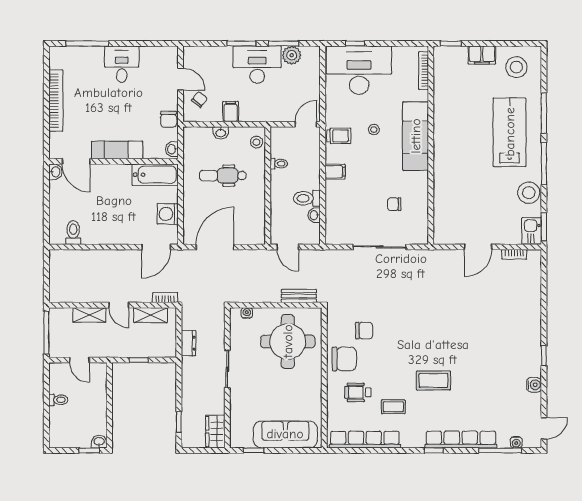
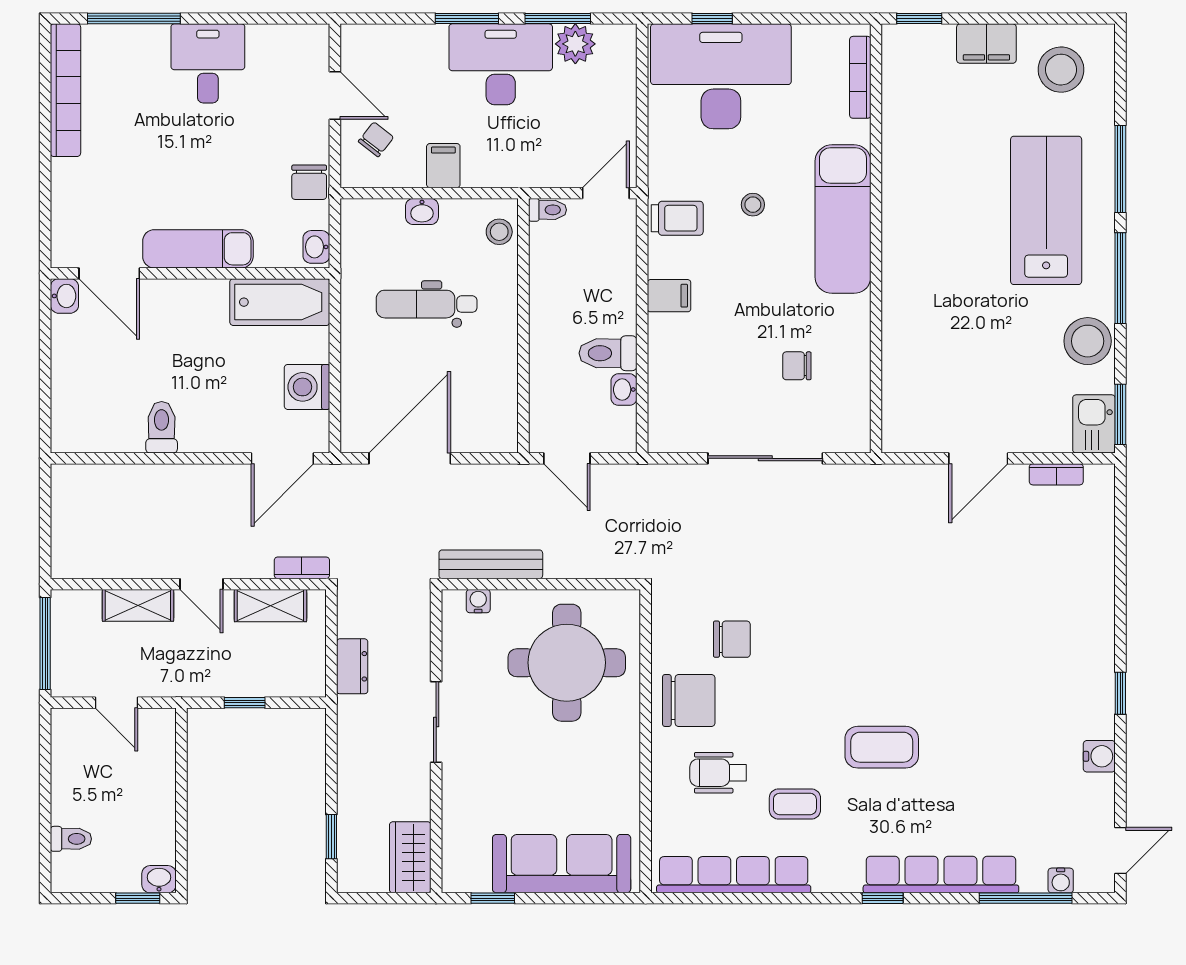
bookcase: (56, 101) -> (65, 90), moved
toilet: (279, 164) -> (547, 210), moved
toilet: (73, 233) -> (162, 427), moved
bench: (299, 296) -> (491, 564), moved, width x1.36
toilet: (58, 400) -> (71, 839), moved

